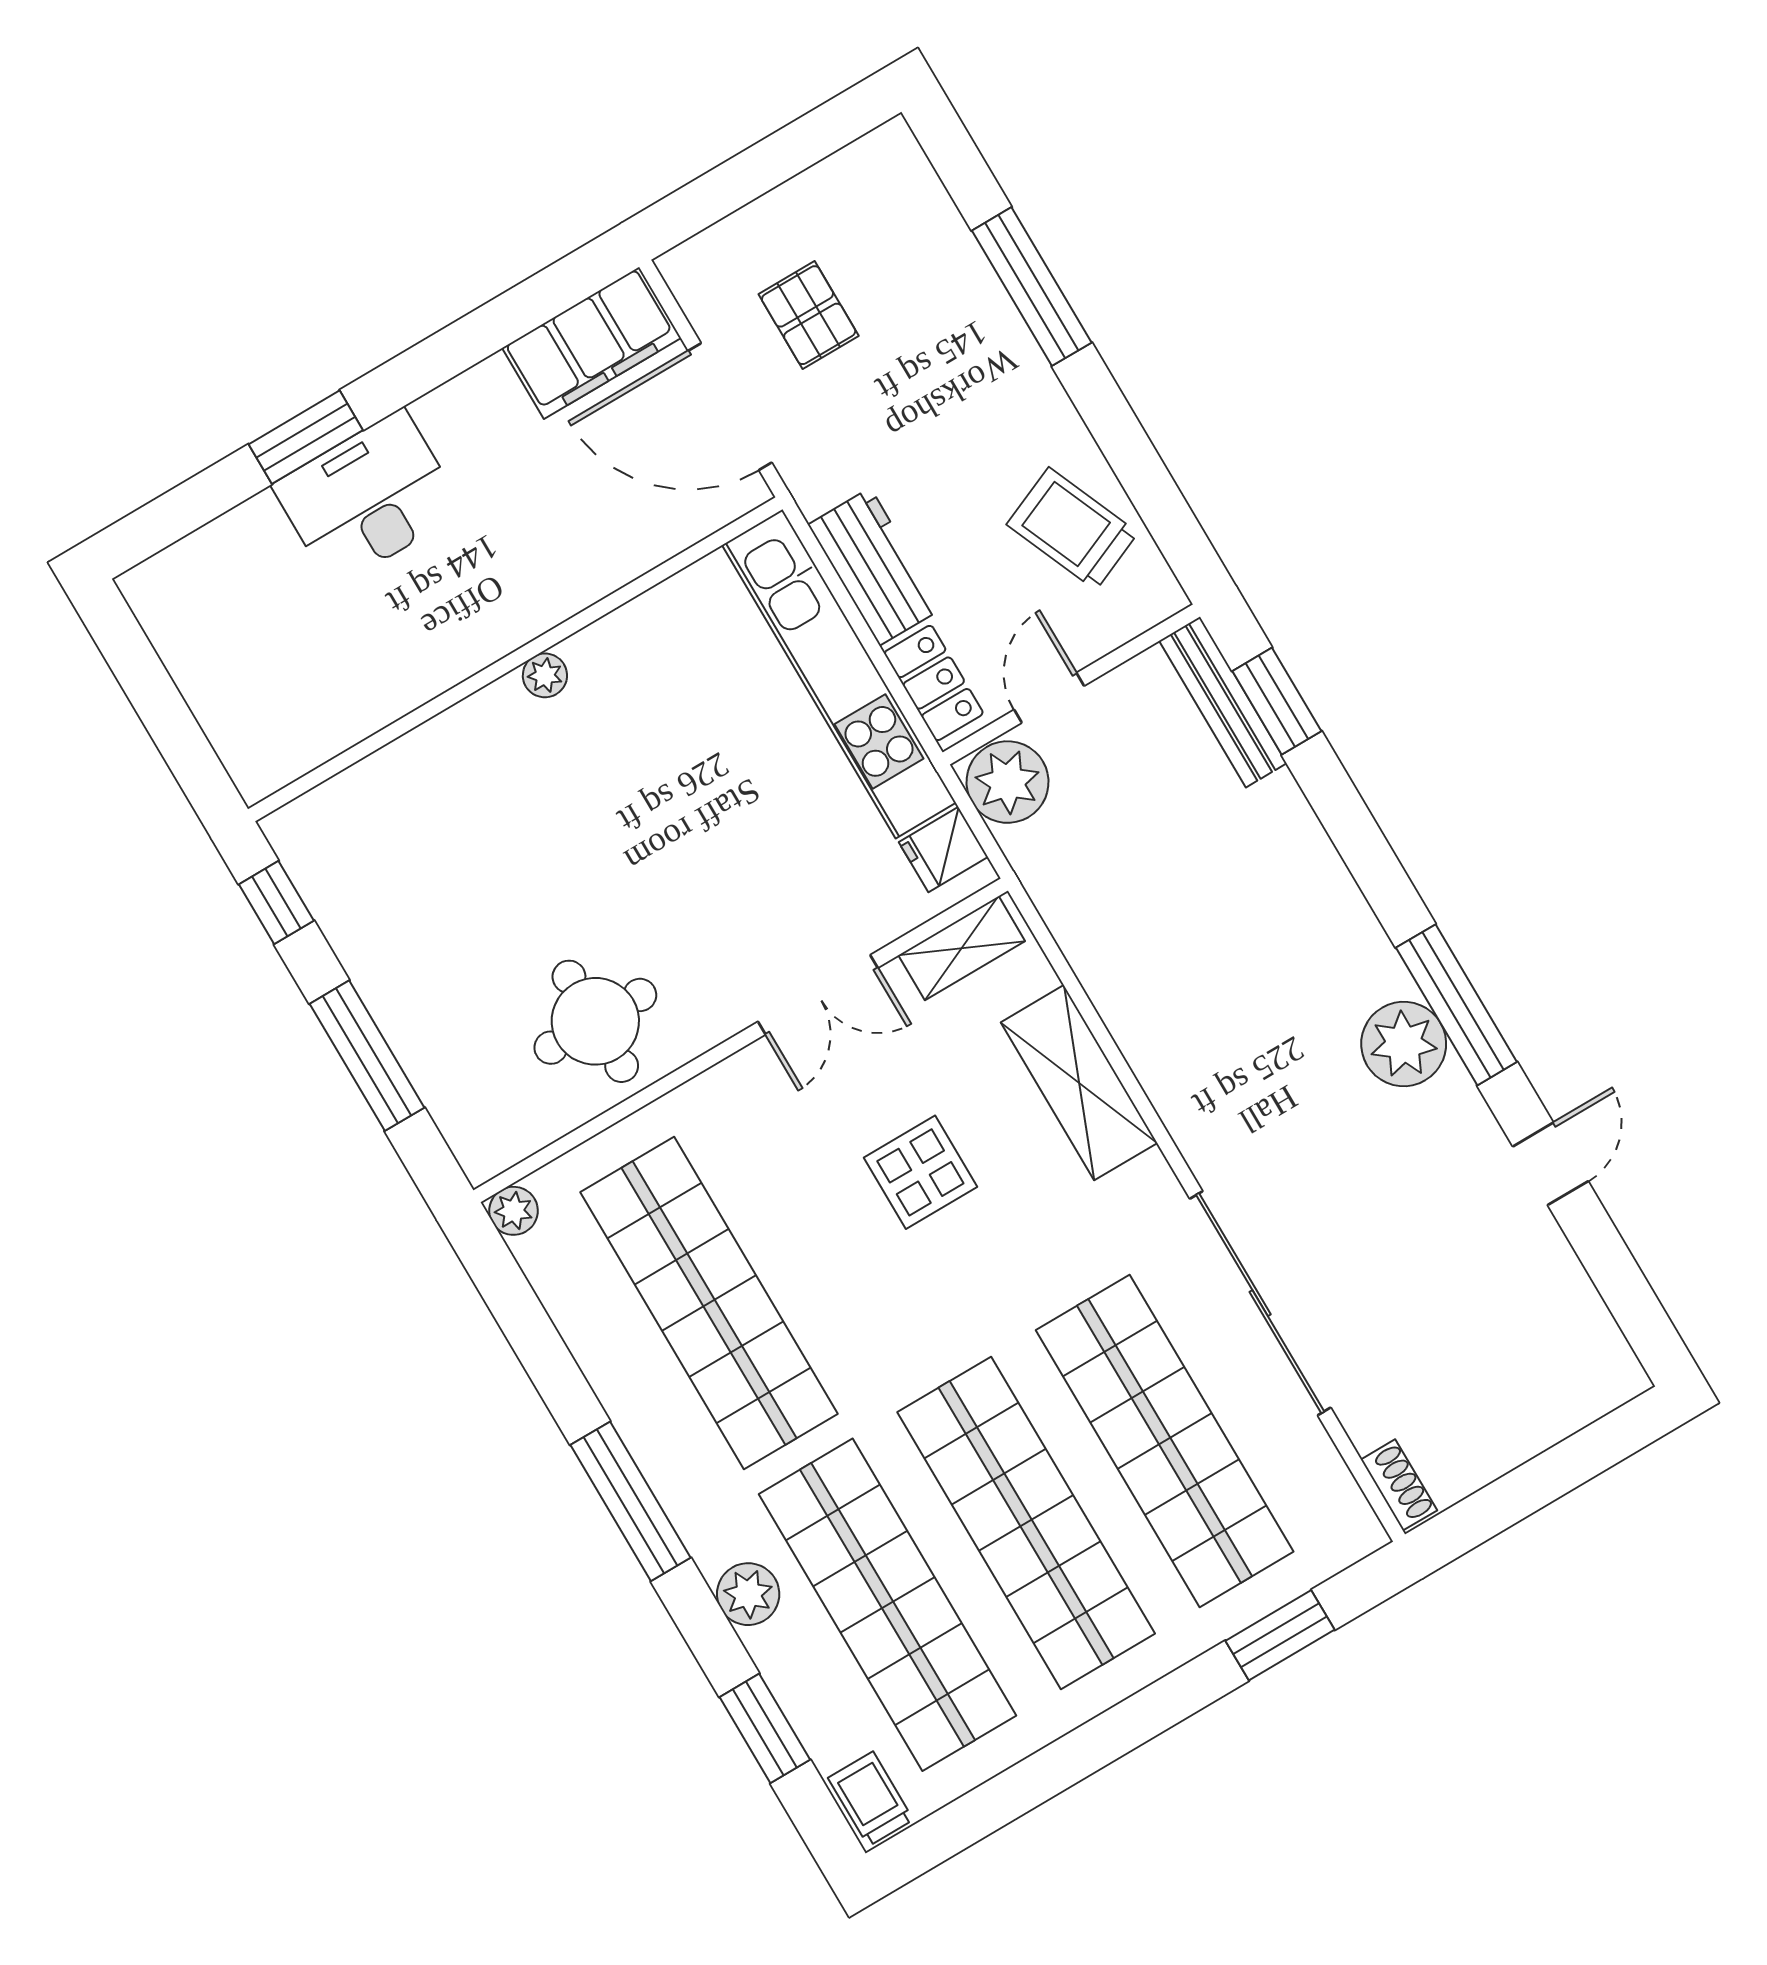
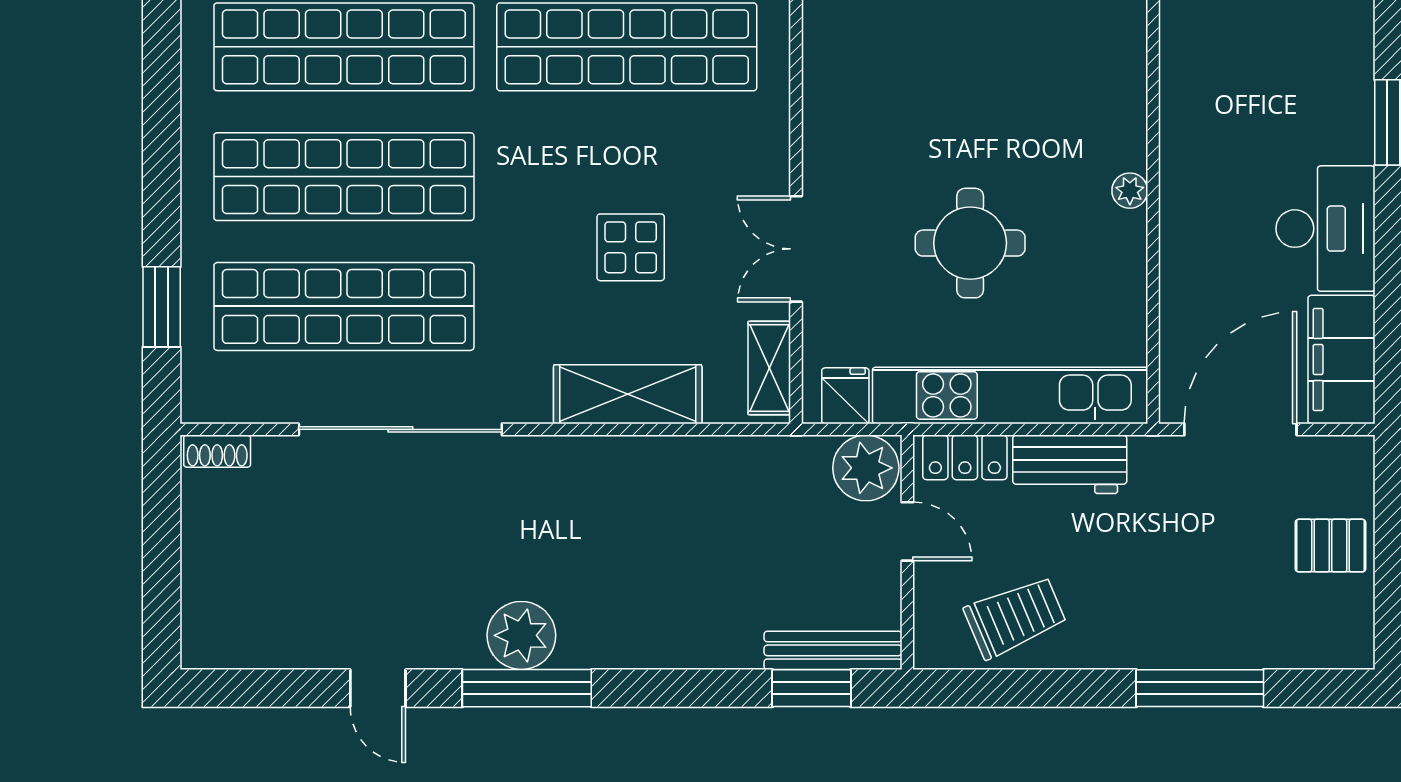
pallet: (809, 315) -> (1330, 546), moved
desk: (368, 498) -> (1325, 229), moved
round table: (595, 1021) -> (970, 243), moved

